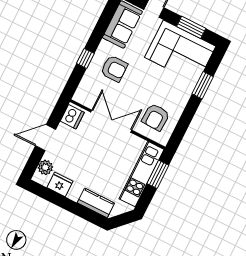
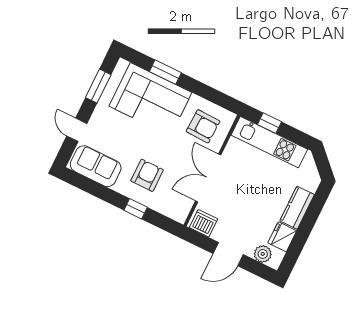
corner sofa: (180, 52) -> (150, 99), moved, turned 90
door: (46, 138) -> (228, 254), hinge flipped
window: (158, 174) -> (269, 123), width x0.67
kitchen counter: (96, 203) -> (297, 208), moved

